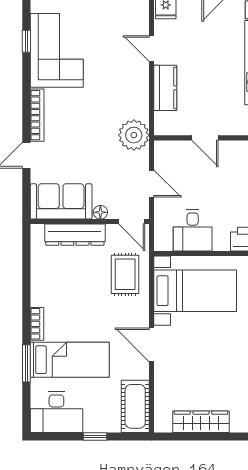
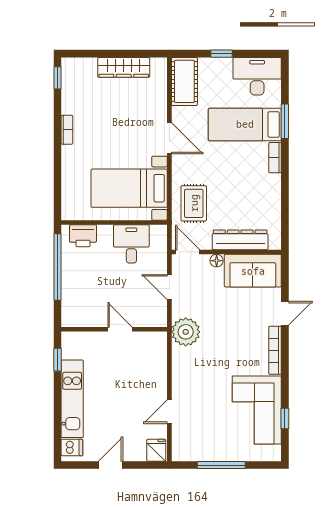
door: (152, 49) -> (169, 412), swing flipped
kitchen counter: (165, 88) -> (157, 375), removed

